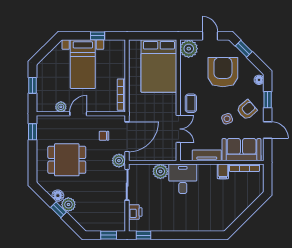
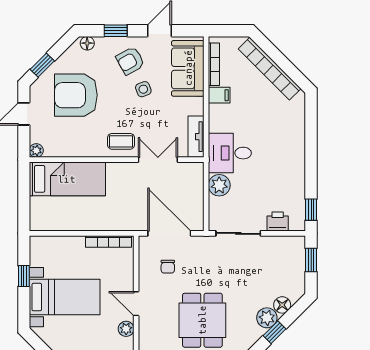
plant: (189, 49) -> (36, 150), width x0.53, depth x0.53
bed: (159, 66) -> (67, 179), width x0.67
armchair: (247, 110) -> (130, 61), turned -78
tv unit: (207, 155) -> (196, 137), moved
plant: (119, 161) -> (204, 245), removed
floor lamp: (58, 196) -> (282, 305), moved
bookcase: (241, 206) -> (270, 69), added

